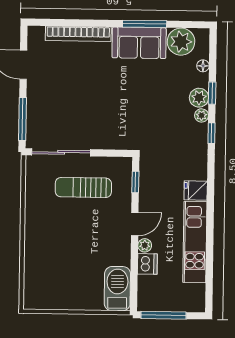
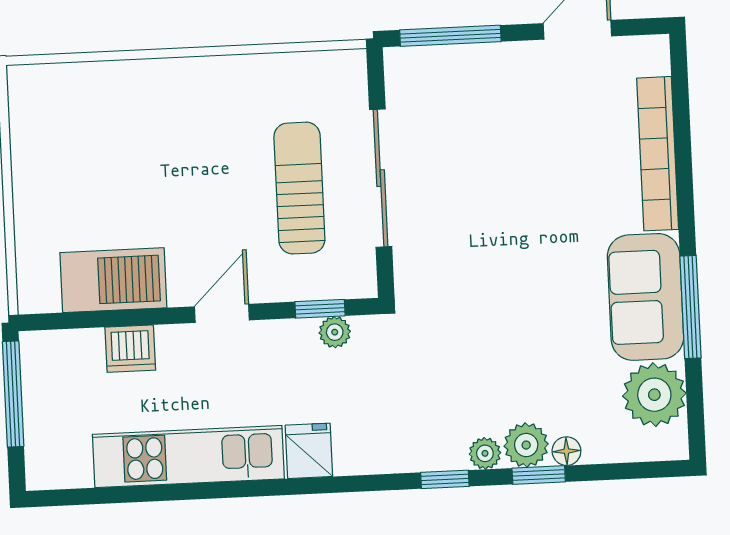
floor lamp: (203, 66) -> (566, 451), moved
sliding door: (61, 152) -> (381, 178), moved
door: (135, 224) -> (222, 313), swing flipped
plant: (145, 245) -> (335, 332), moved
barbecue: (117, 289) -> (113, 280), moved

